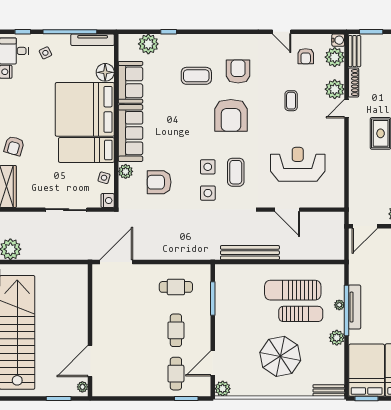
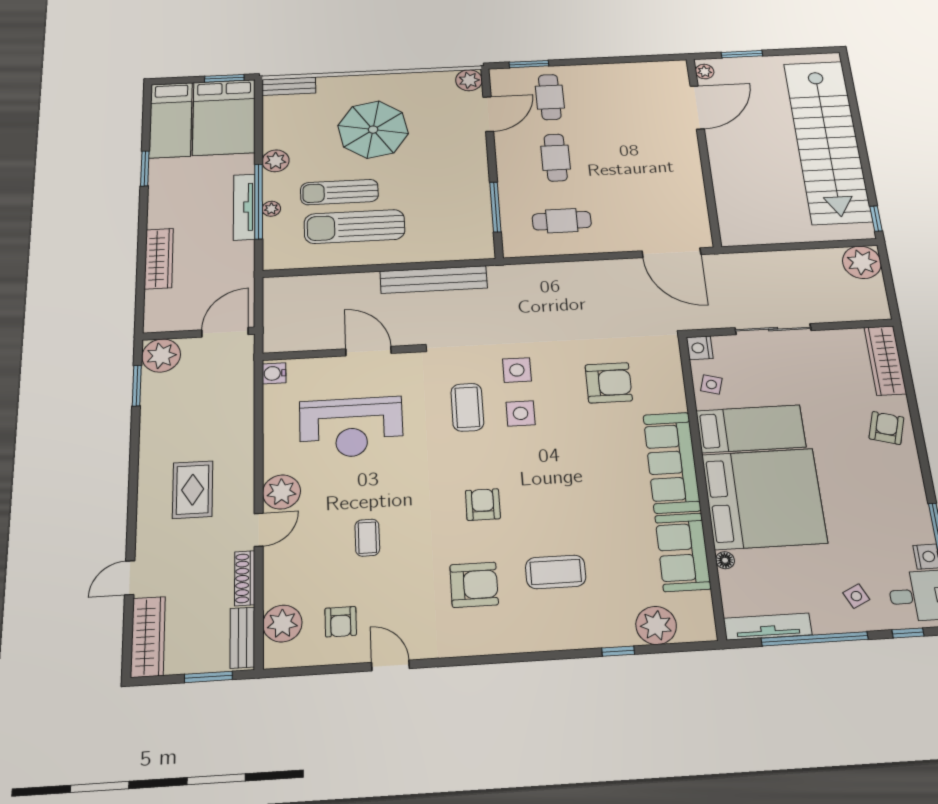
water cooler: (338, 40) -> (274, 373), moved
armchair: (306, 56) -> (341, 622), turned 180
floor lamp: (105, 72) -> (725, 560), width x0.53, depth x0.53
armchair: (238, 72) -> (474, 585), turned -90
plant: (335, 89) -> (281, 492), moved
armchair: (231, 115) -> (483, 505), width x0.53, depth x0.53
plant: (126, 171) -> (673, 397), removed
door: (116, 262) -> (671, 253), hinge flipped
sun lounger: (293, 290) -> (354, 227), turned 180

